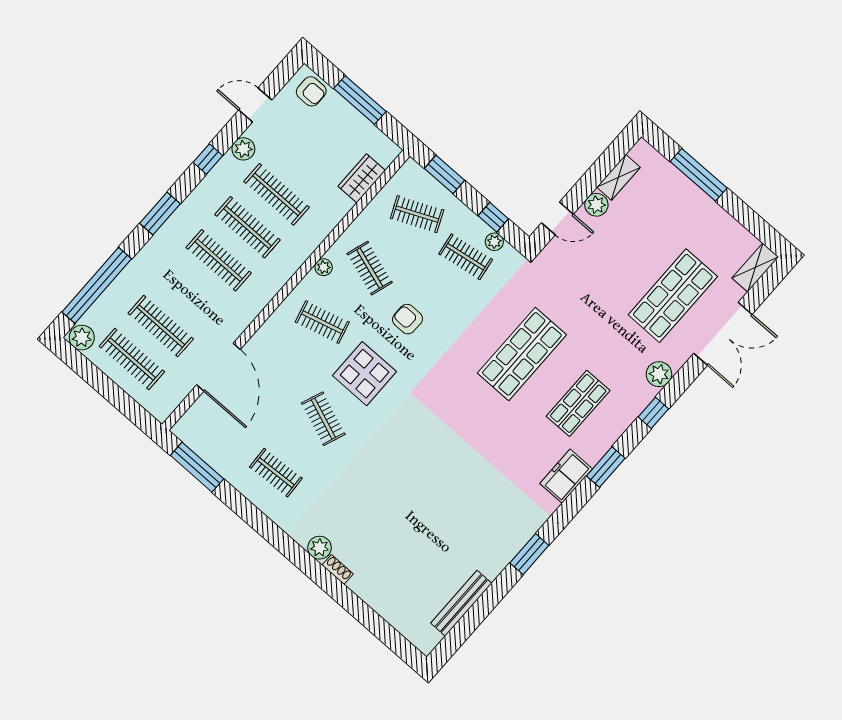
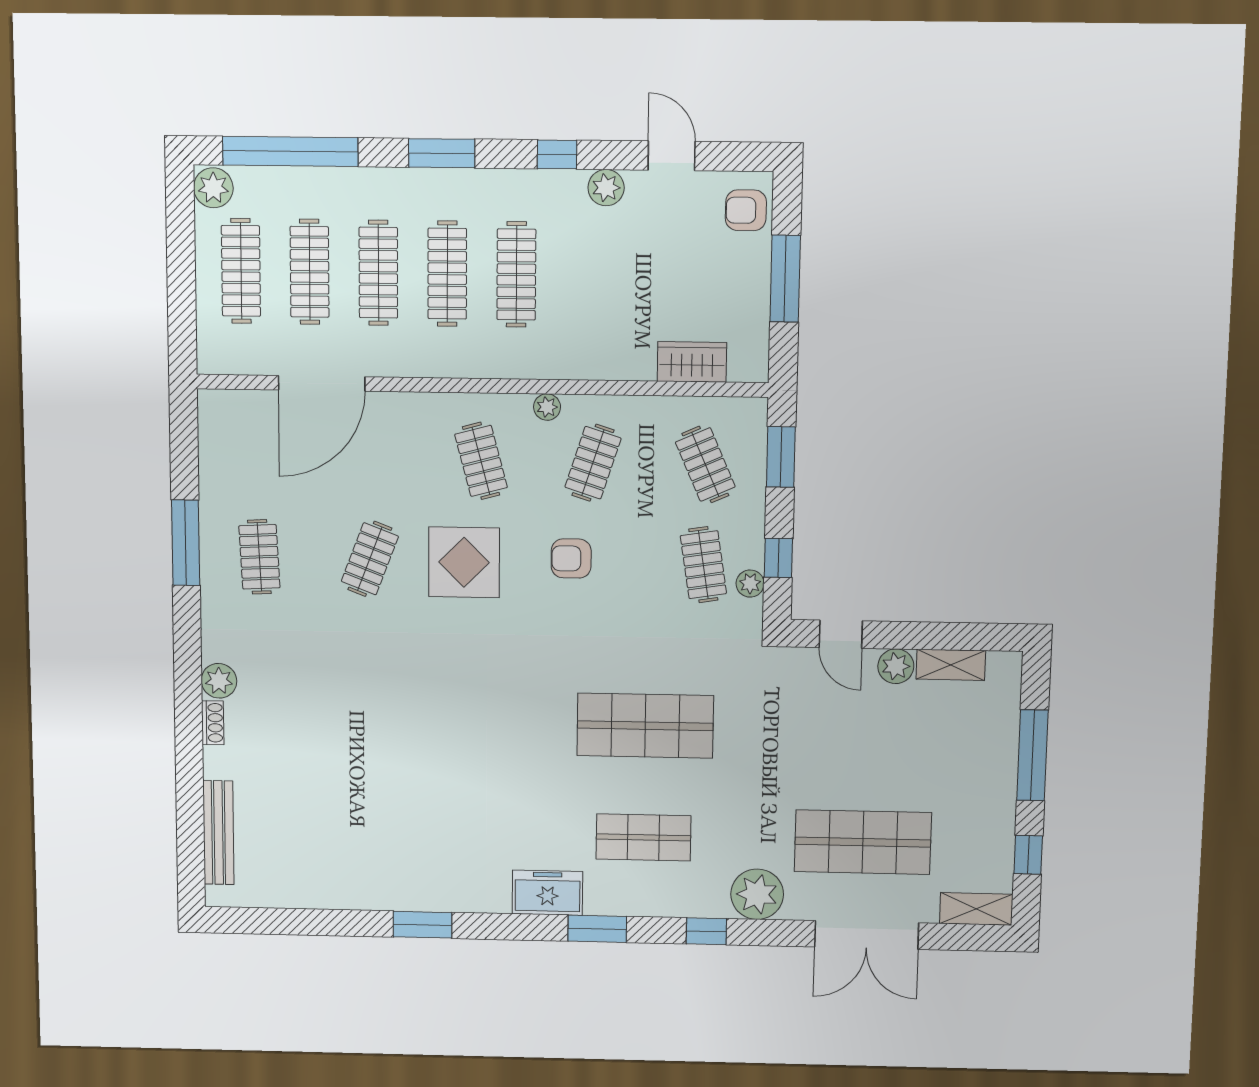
armchair: (311, 91) -> (746, 210), turned 90
clothes rail: (276, 194) -> (378, 273), moved
window: (749, 219) -> (1028, 855), added
armchair: (407, 319) -> (571, 558), turned -91
plant: (659, 374) -> (757, 894), width x1.36, depth x1.36
window: (197, 467) -> (186, 543), moved
bench: (461, 603) -> (218, 833), moved, turned 90

